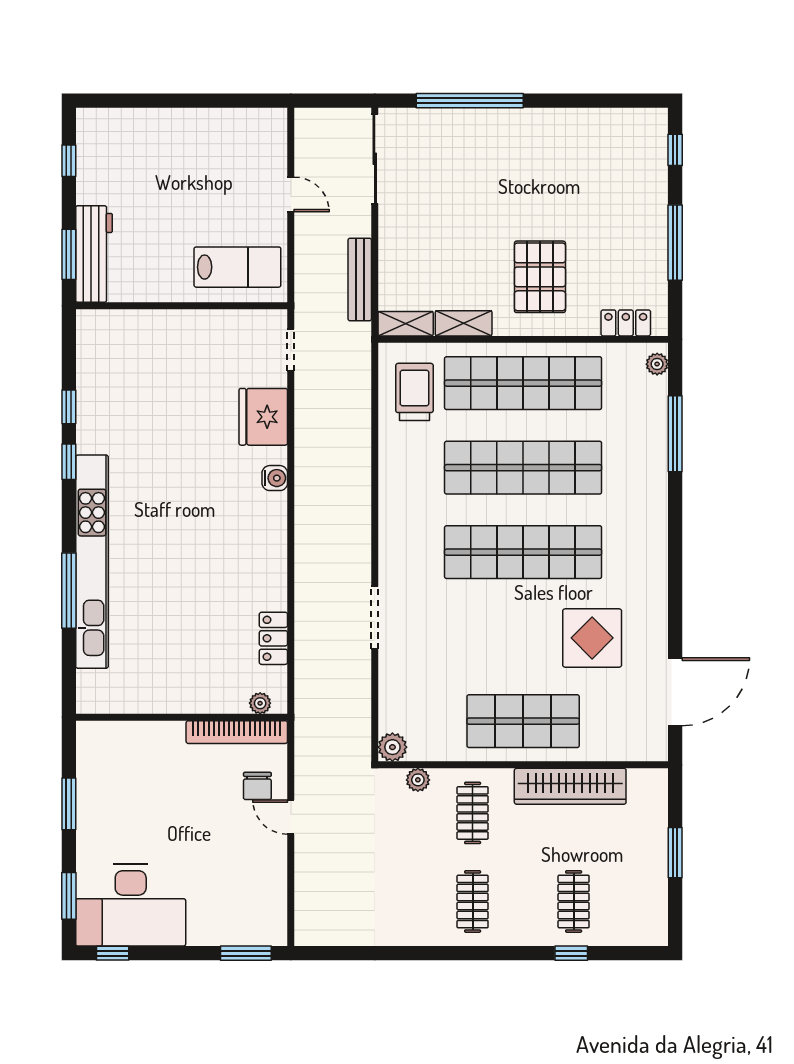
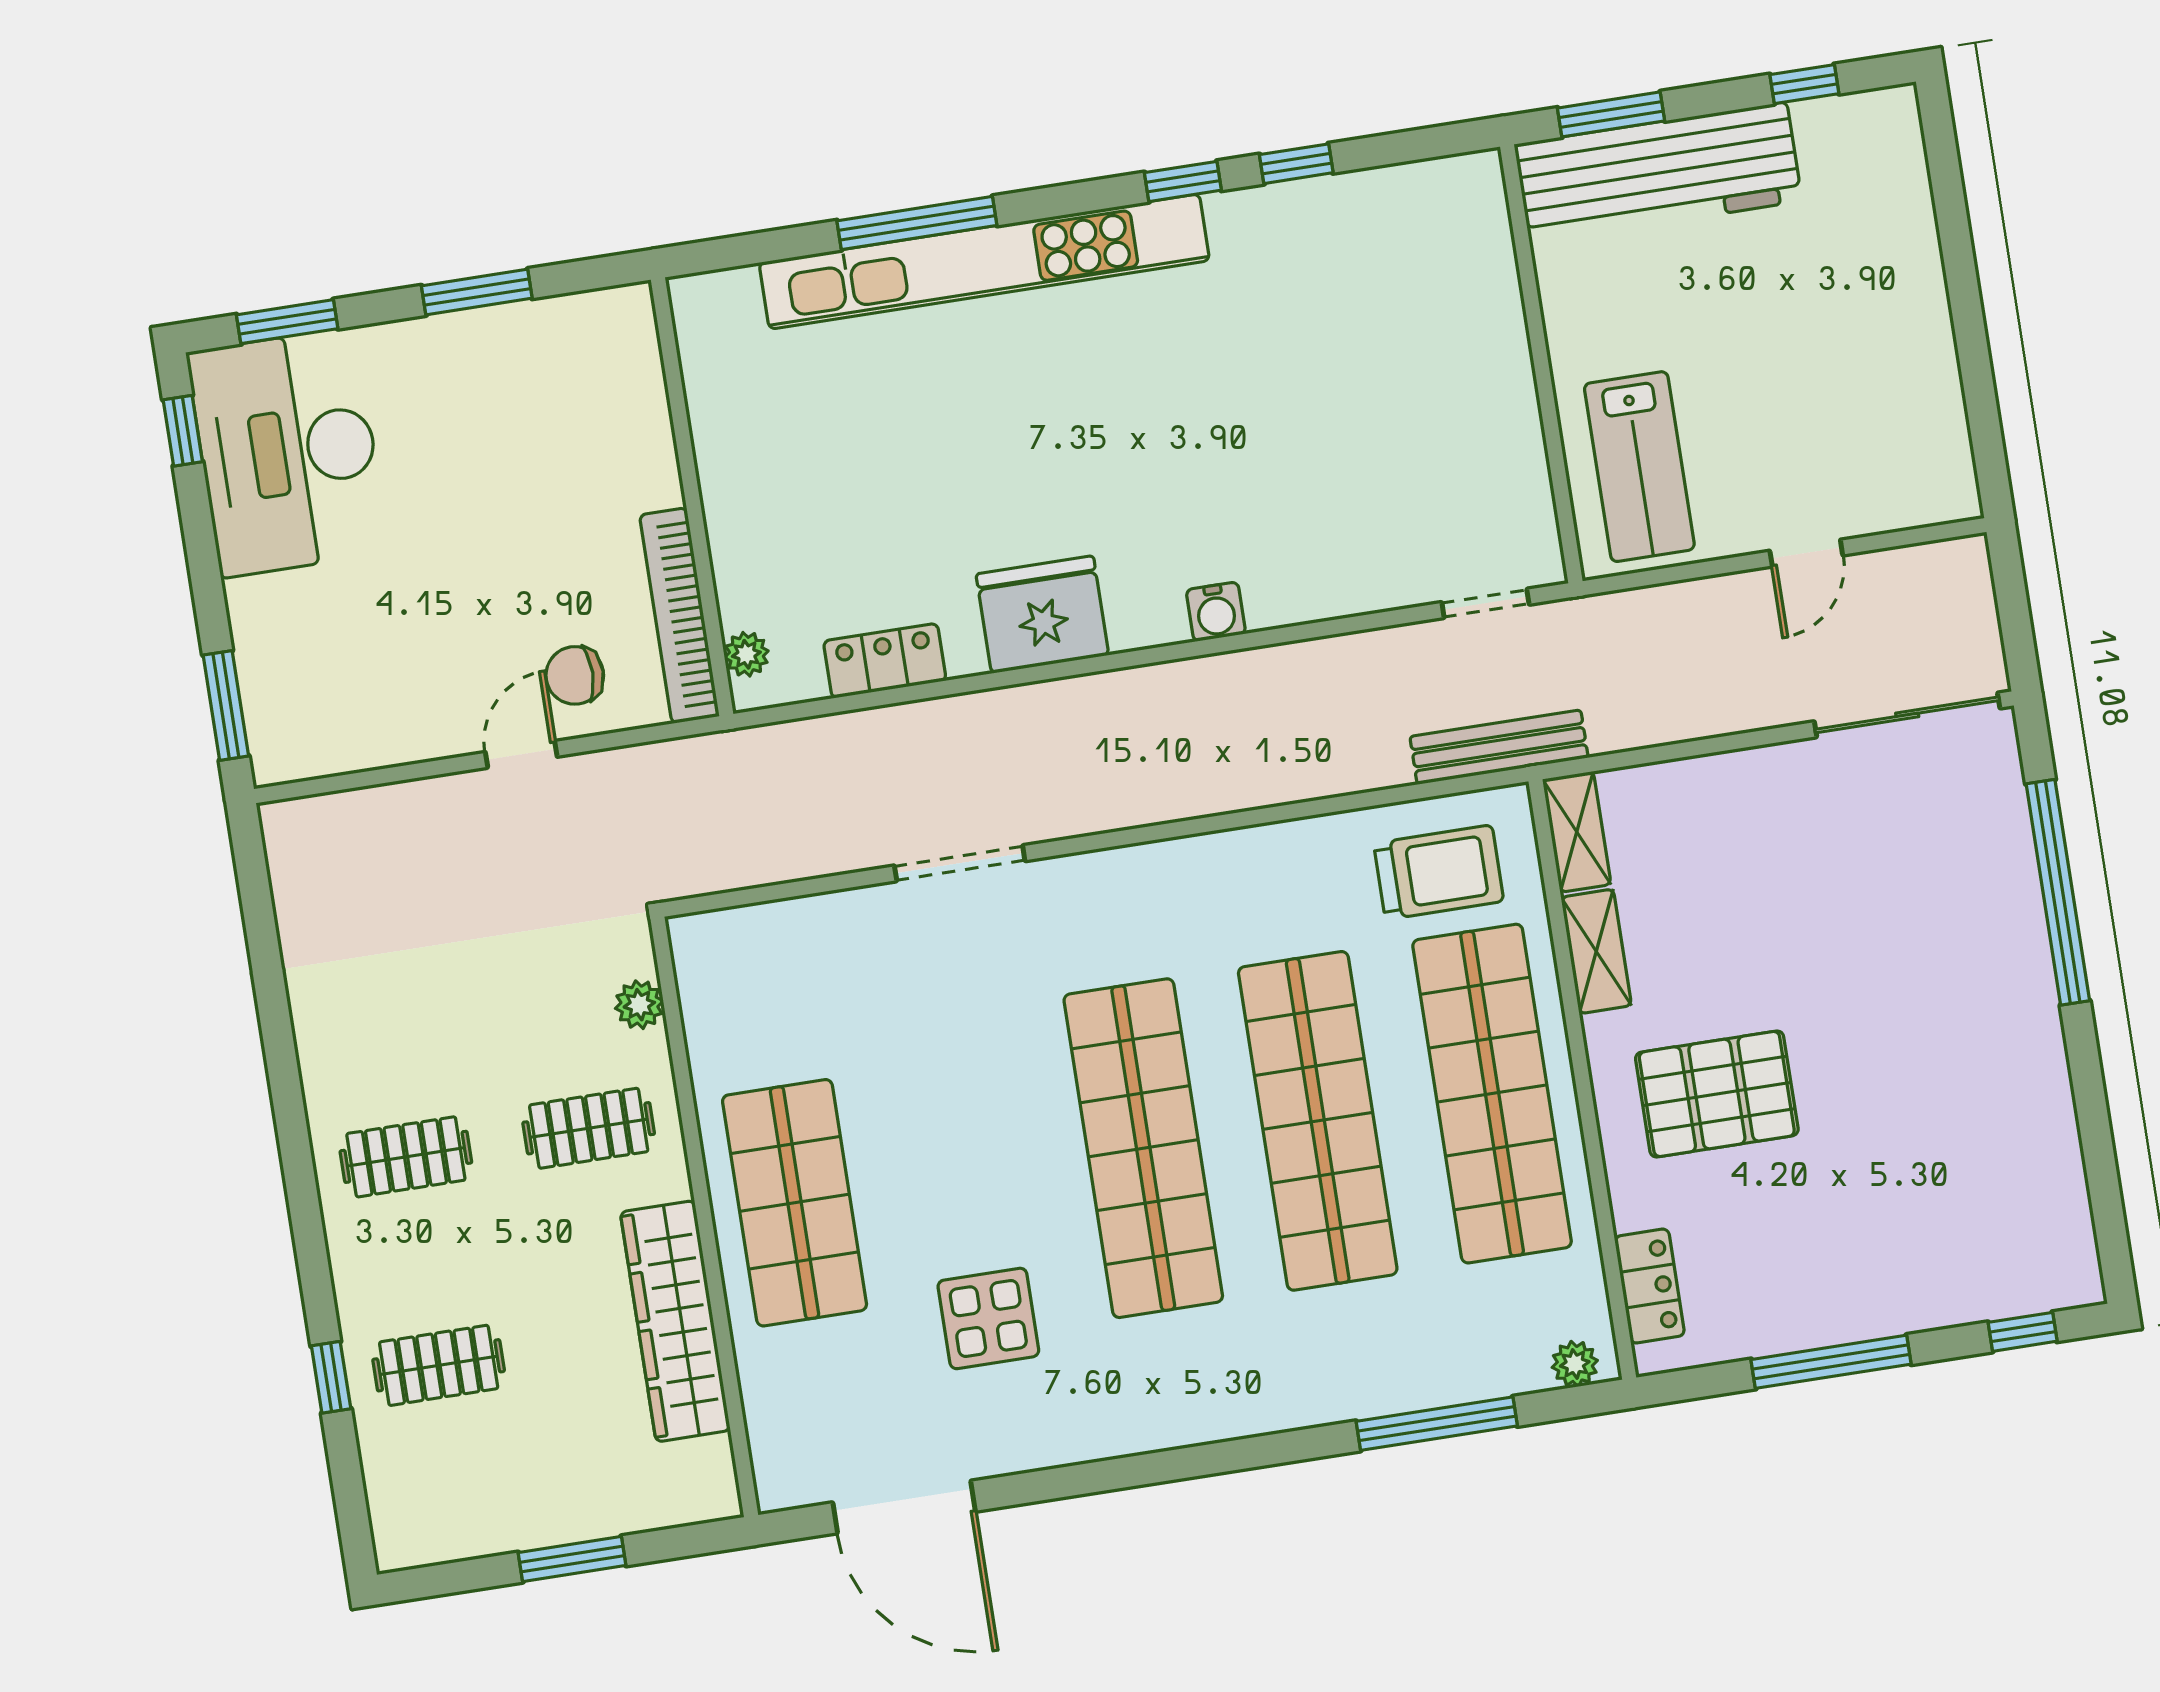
workbench: (94, 254) -> (1658, 173), width x1.36, depth x1.32
bench: (360, 280) -> (1499, 747), moved
fridge: (263, 417) -> (1042, 615), moved
display table: (592, 638) -> (988, 1318), width x0.73, depth x0.73
plant: (392, 747) -> (699, 942), removed

